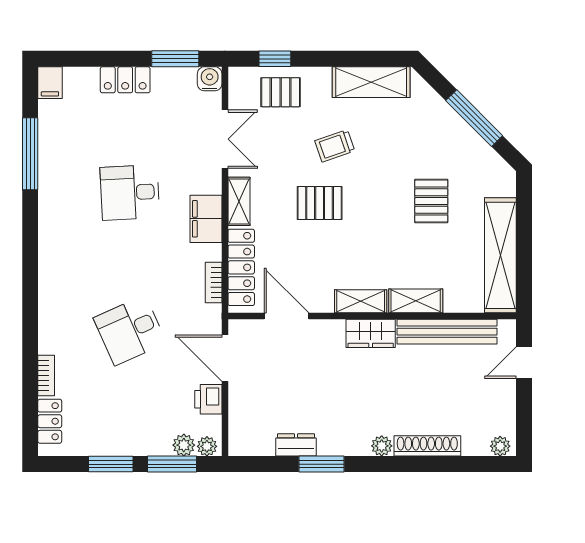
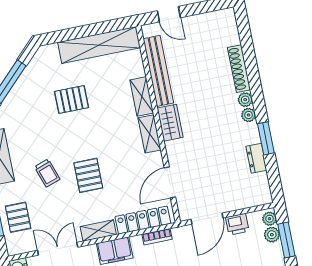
plant: (500, 446) -> (249, 115), moved

